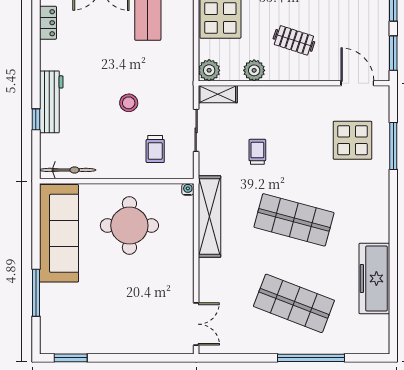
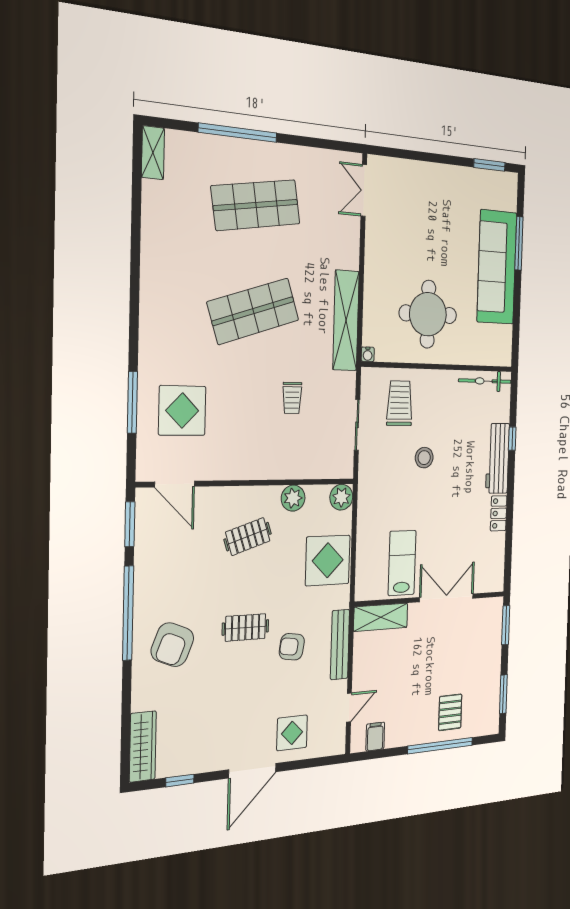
locker: (48, 23) -> (499, 513), moved
clothes rail: (294, 40) -> (248, 537), turned -36
shelving: (218, 94) -> (153, 153), moved, turned 90
trolley: (155, 149) -> (400, 403), width x1.36, depth x1.39
shop shelf: (294, 220) -> (253, 311), turned -33
sofa: (59, 233) -> (497, 267), moved
freezer: (374, 278) -> (159, 228), removed
shop shelf: (294, 303) -> (256, 205), turned -30

